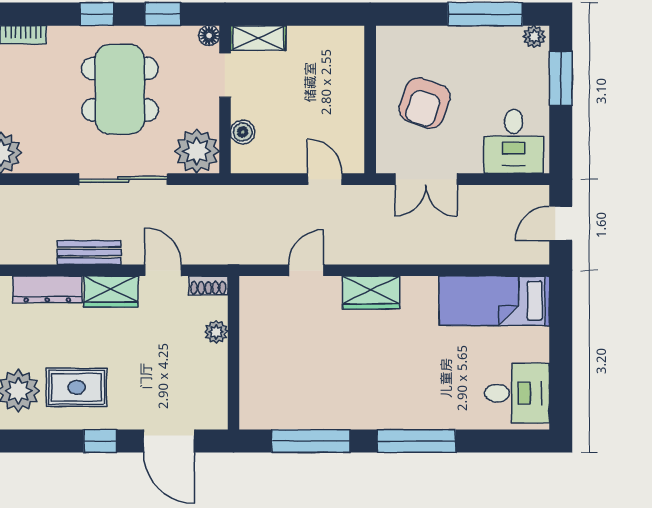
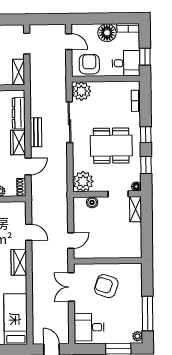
sliding door: (123, 179) -> (70, 122), moved

